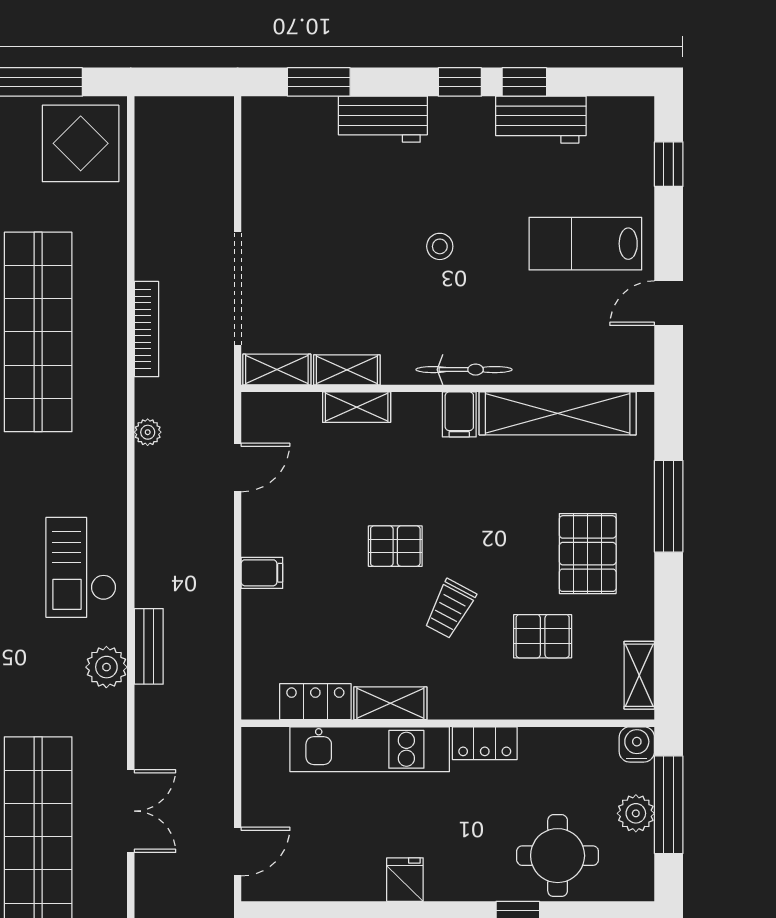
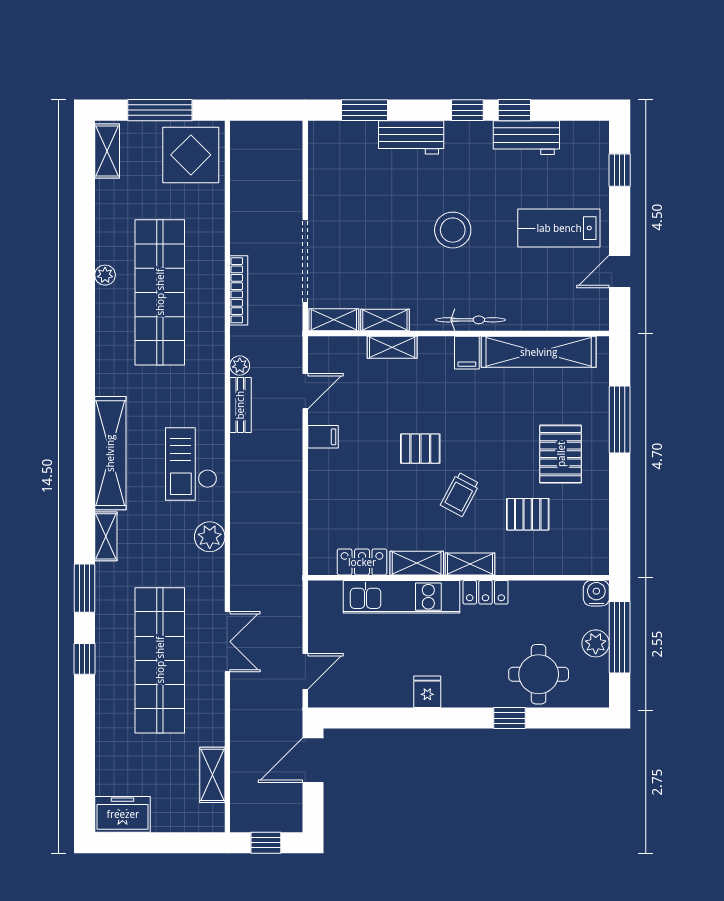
stool: (440, 246) -> (453, 230), width x1.89, depth x1.89
filing cabinet: (262, 573) -> (323, 437), moved
bench: (149, 646) -> (240, 405), moved
shelving: (639, 675) -> (470, 564), moved, turned 90

